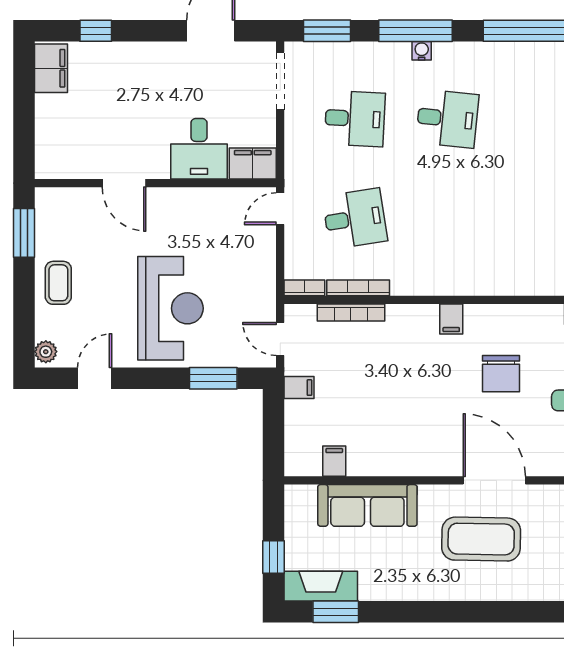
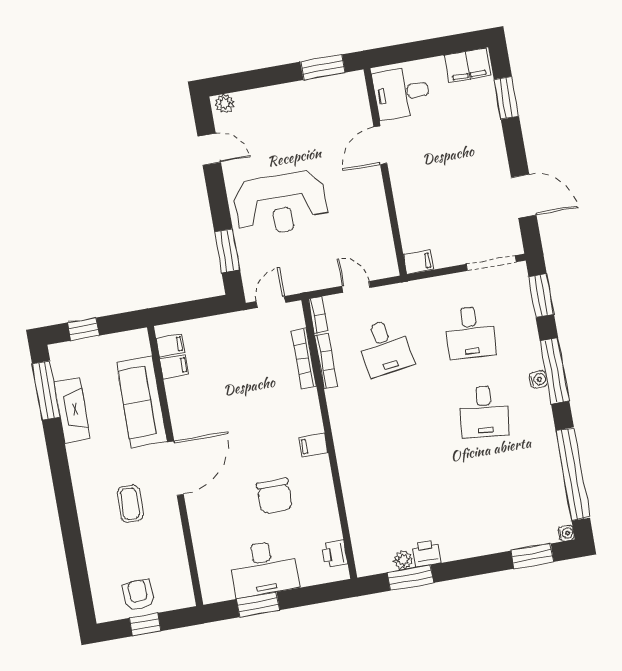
window: (96, 31) -> (506, 98), width x1.50
desk: (199, 149) -> (401, 93), moved
filing cabinet: (253, 164) -> (418, 262), width x0.50
door: (280, 209) -> (356, 287), moved
coffee table: (58, 283) -> (285, 104), removed
chair: (501, 374) -> (274, 496), turned -90
filing cabinet: (299, 388) -> (170, 345), moved, turned -90
door: (494, 480) -> (175, 468), moved
coffee table: (481, 539) -> (130, 504), width x0.54, depth x0.58
fireplace: (321, 586) -> (72, 410), moved
window: (336, 612) -> (46, 390), width x1.44

